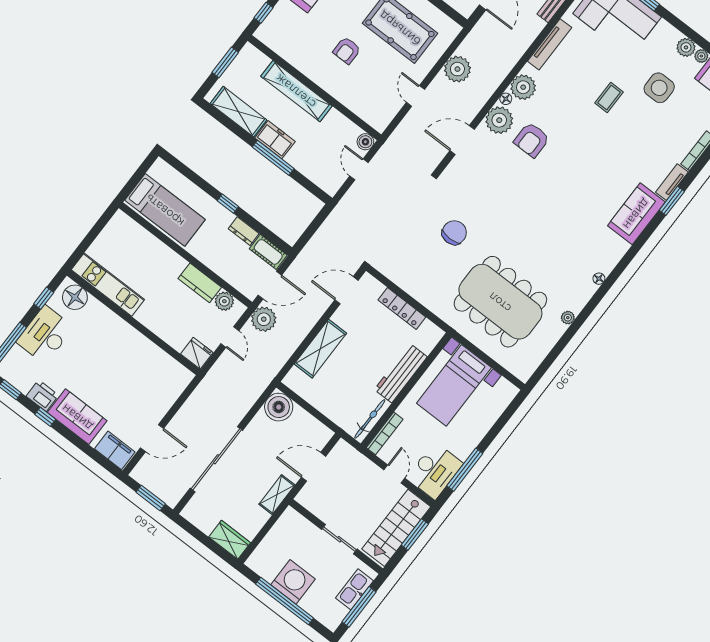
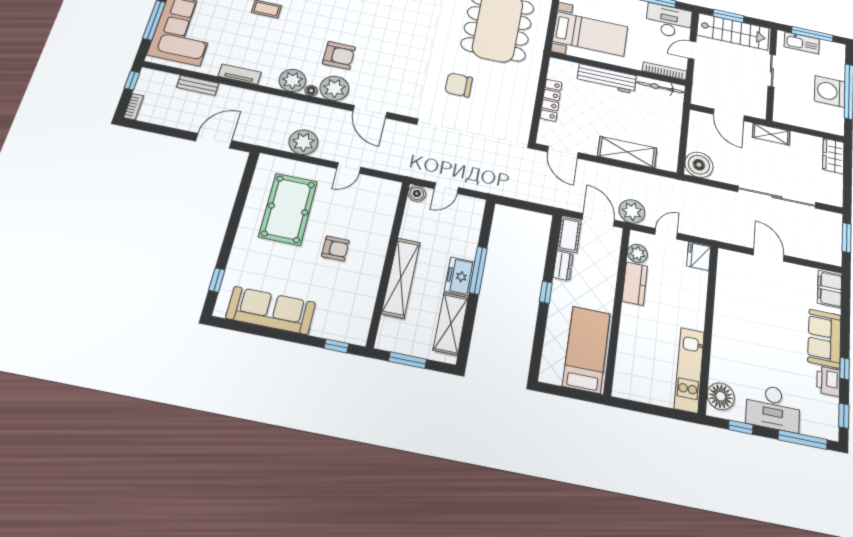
tv unit: (550, 44) -> (240, 74), width x0.71
door: (152, 438) -> (769, 255), moved

